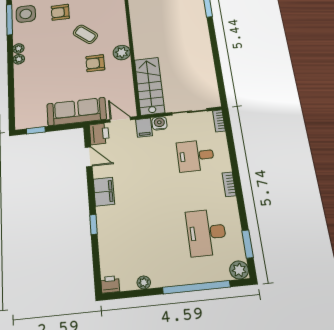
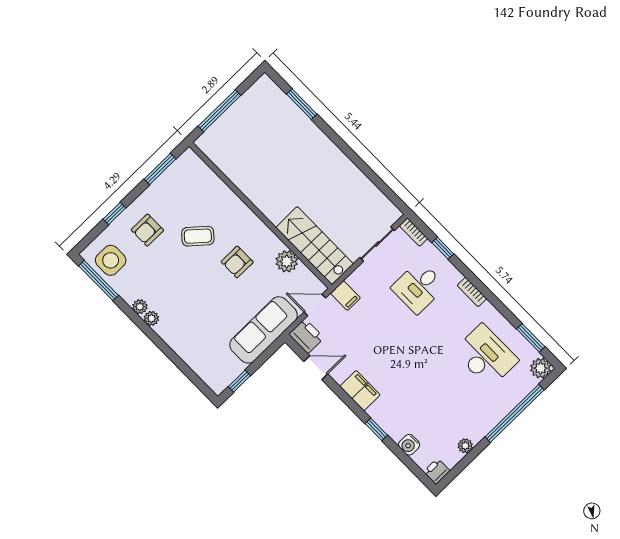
plant: (122, 53) -> (287, 261), moved
water cooler: (159, 123) -> (409, 445), moved, turned -90
window: (231, 144) -> (443, 248), added
desk: (206, 232) -> (486, 356), turned 180

